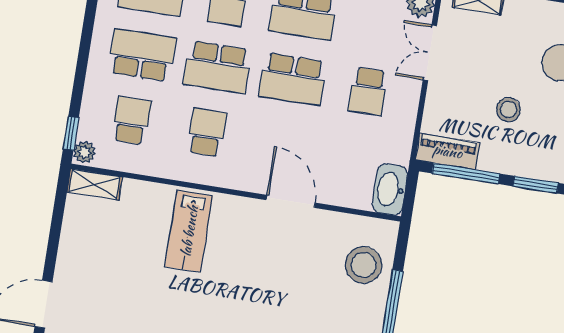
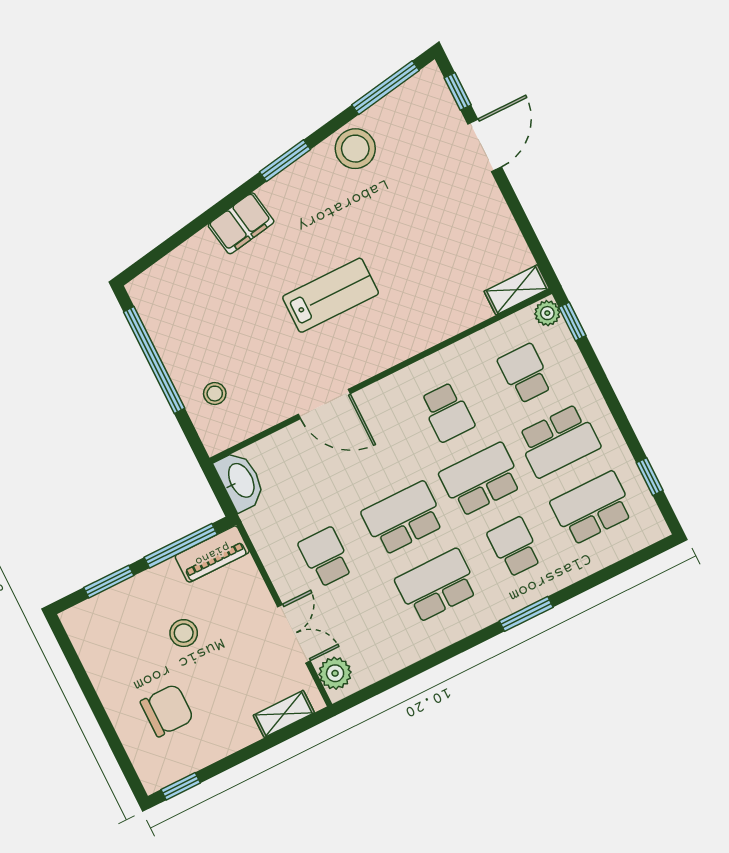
school desk: (131, 120) -> (525, 373), turned 180
lab bench: (189, 231) -> (331, 295), moved, turned 90
stool: (364, 265) -> (215, 394), width x0.53, depth x0.53

